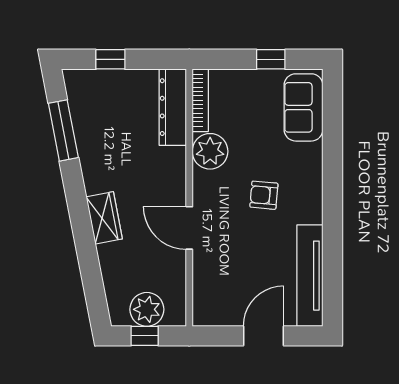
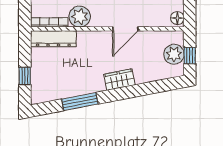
window: (63, 130) -> (80, 102), moved
floor lamp: (208, 315) -> (177, 18), added

